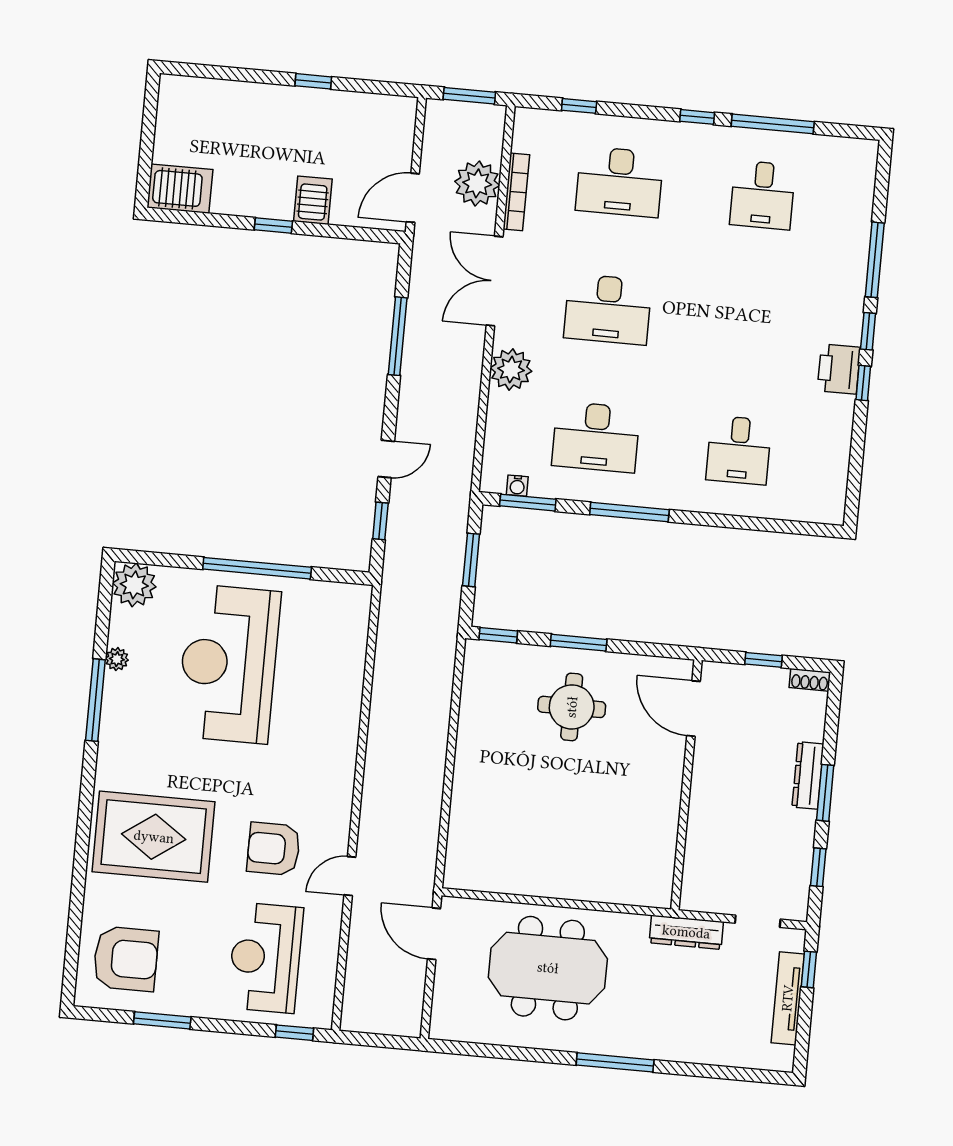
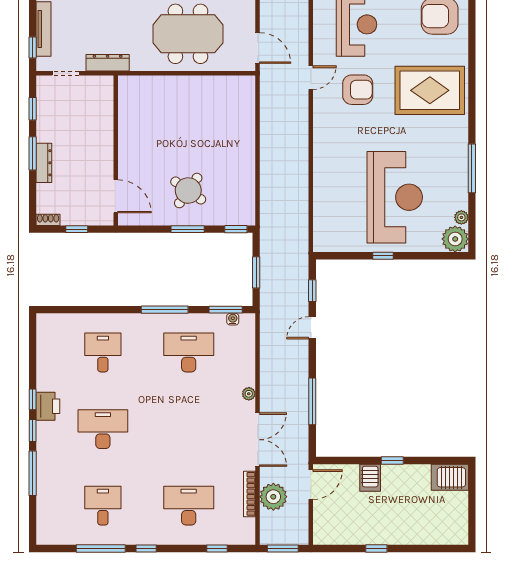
desk: (608, 309) -> (103, 429), moved
plant: (511, 369) -> (249, 394), width x0.53, depth x0.53
window: (257, 568) -> (383, 256), width x0.32
plant: (117, 659) -> (461, 217), moved
round table: (572, 707) -> (188, 191), turned 35

